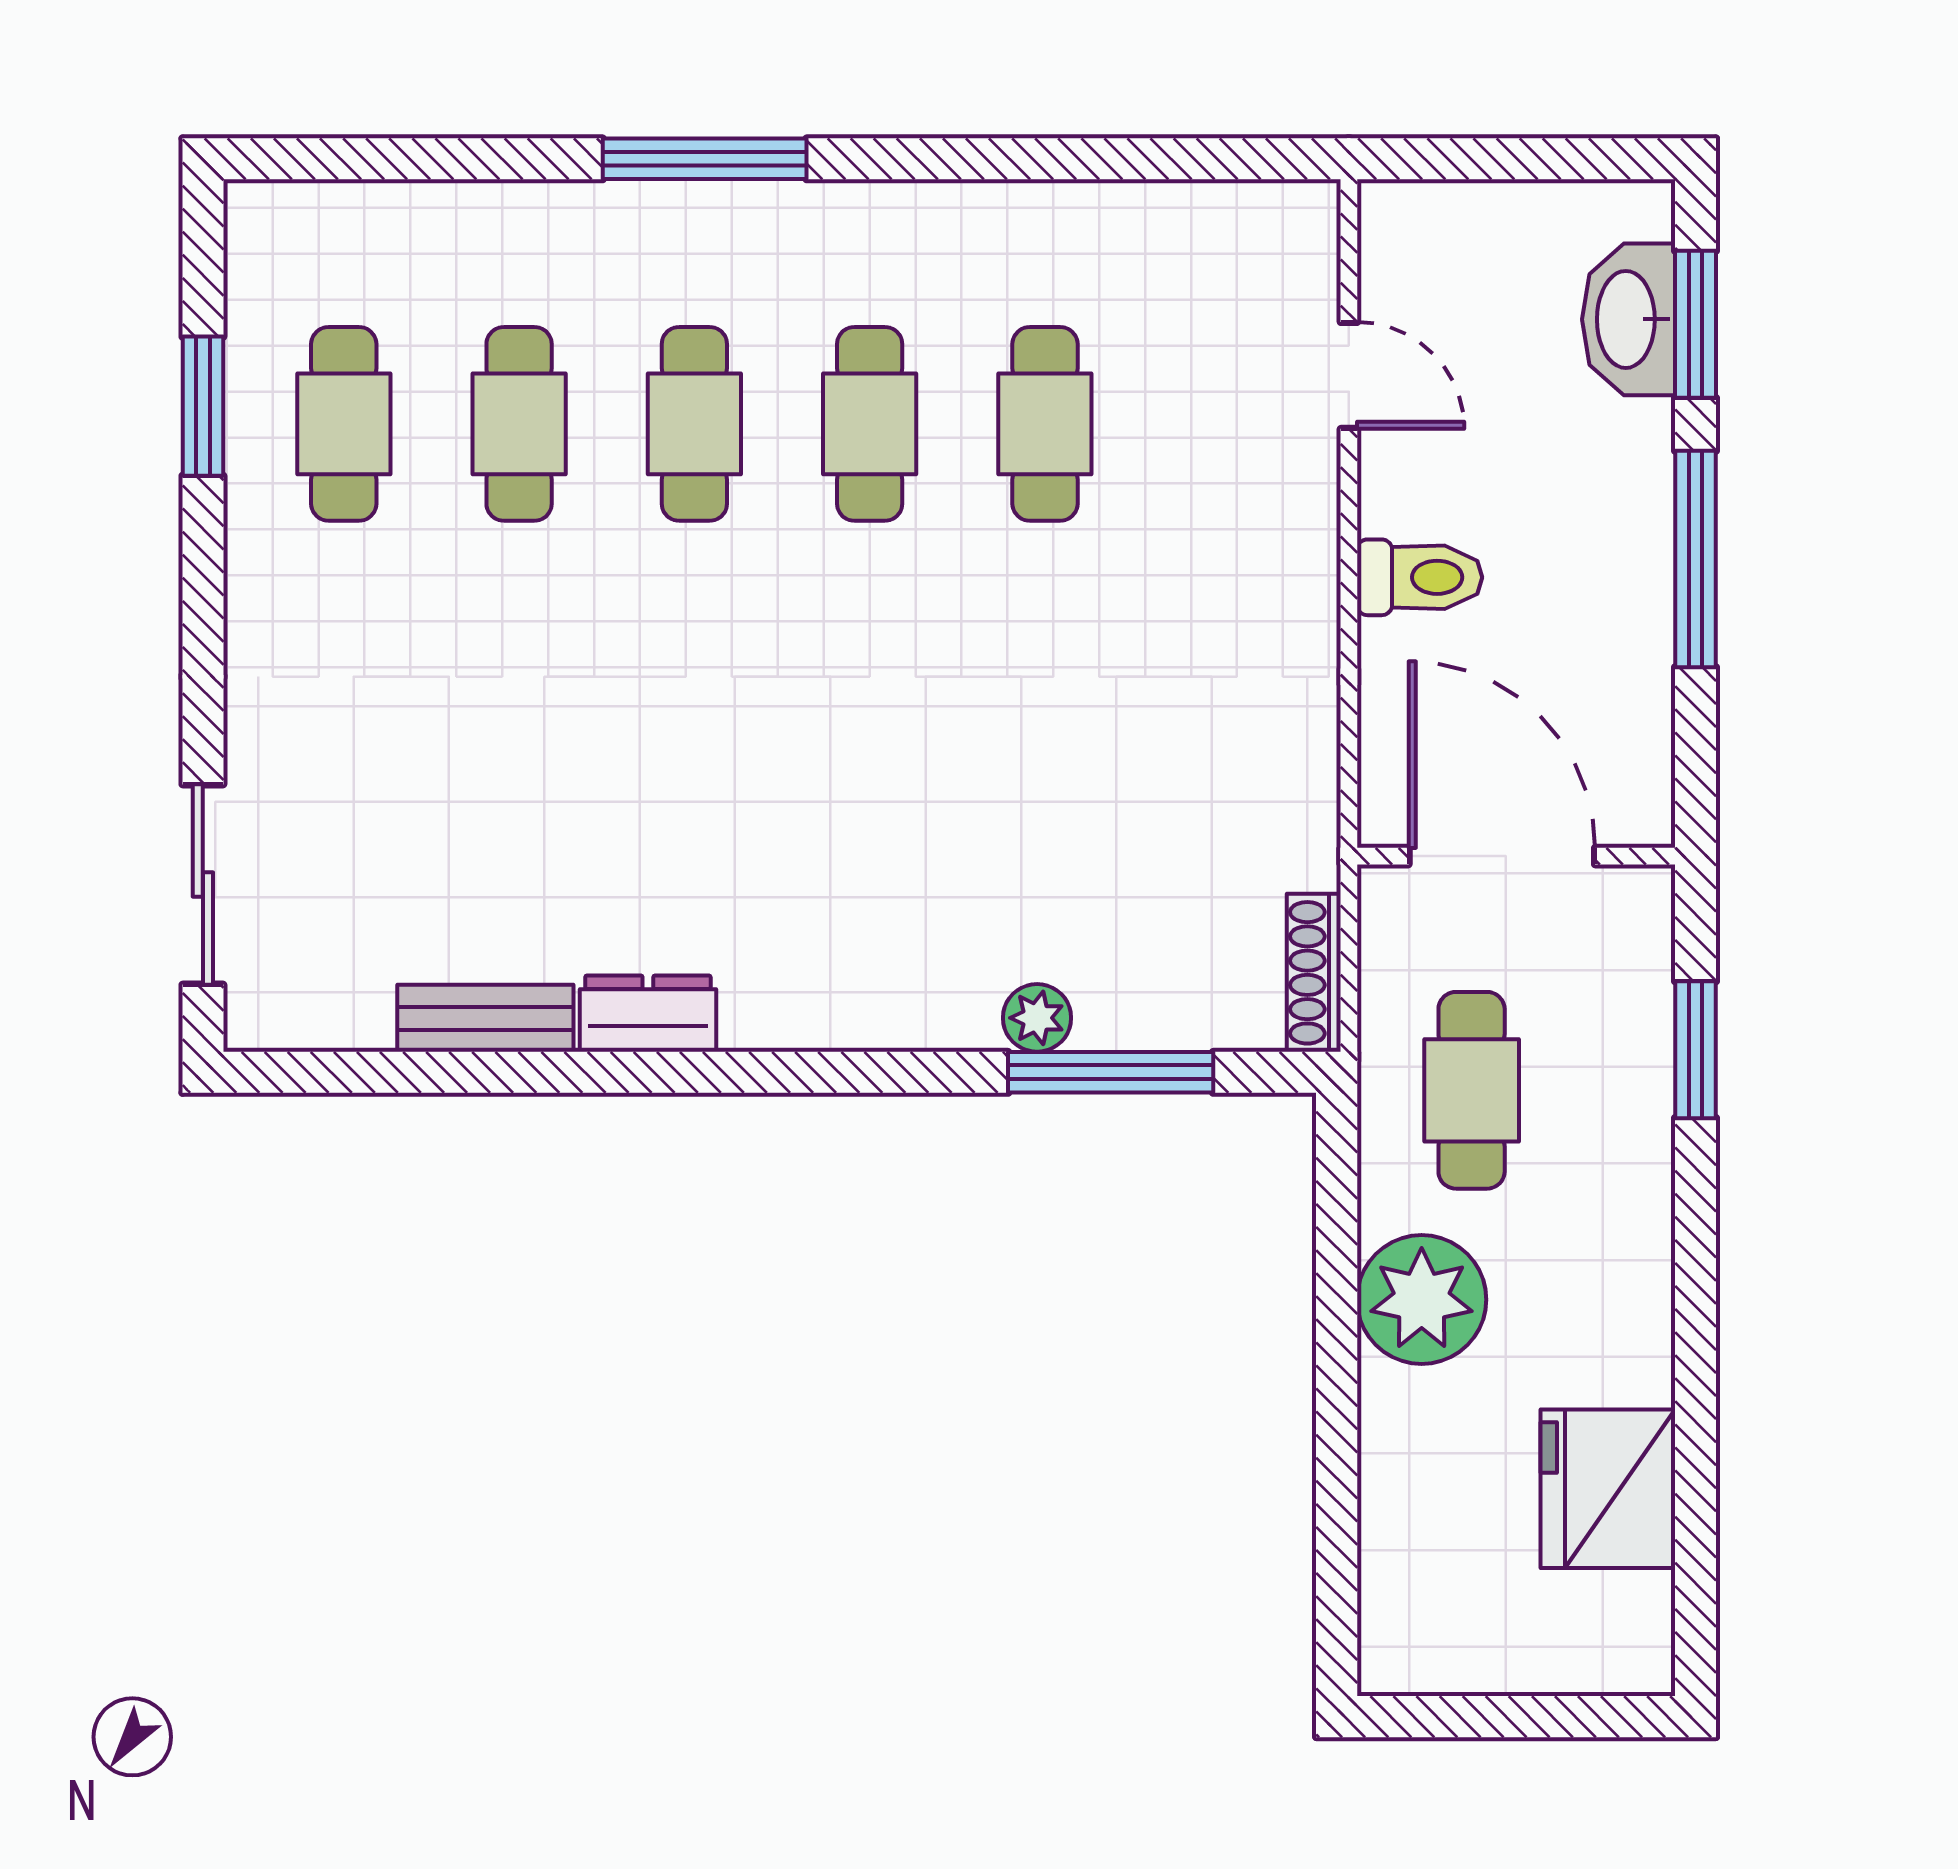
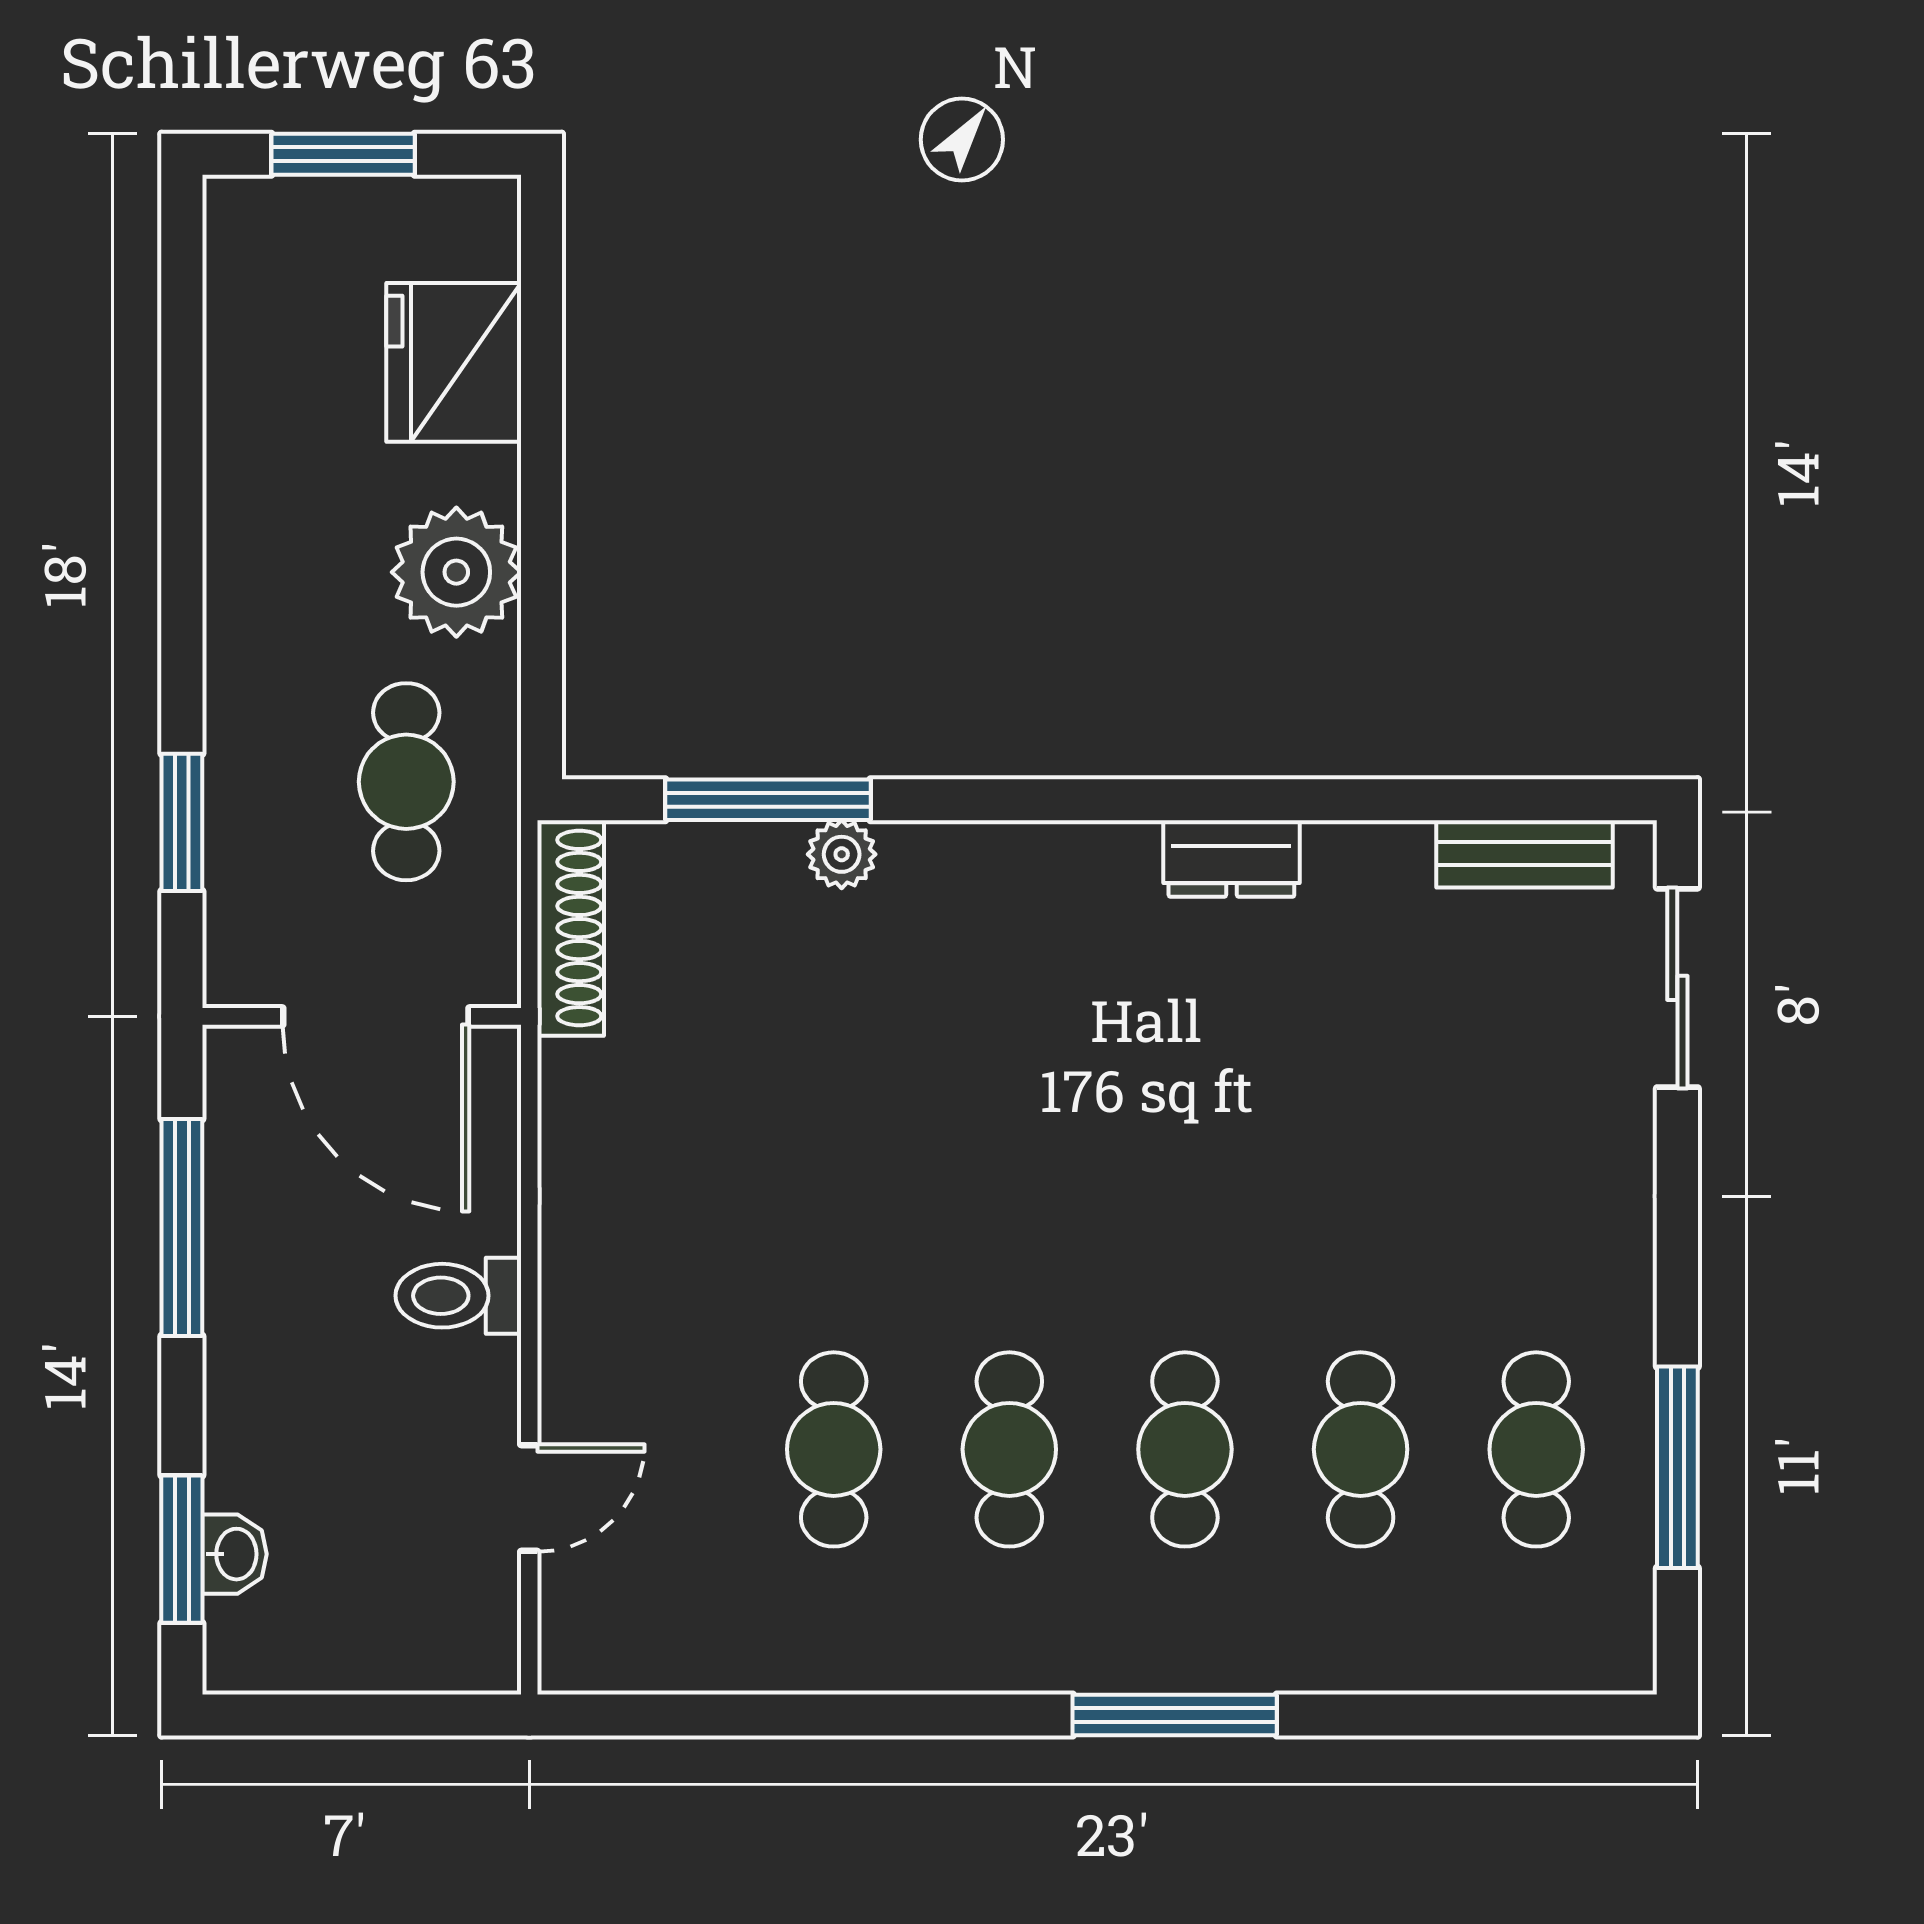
washbasin: (1629, 319) -> (234, 1554), width x0.52, depth x0.69
door: (1349, 375) -> (529, 1498), swing flipped
window: (203, 406) -> (1677, 1467), width x1.44
window: (1695, 559) -> (182, 1228), moved
shoe rack: (1314, 973) -> (571, 928), width x1.36, depth x1.24
bench: (485, 1018) -> (1524, 854), moved
fridge: (1608, 1489) -> (454, 362), moved, turned 180
window: (1535, 1717) -> (343, 154), added

